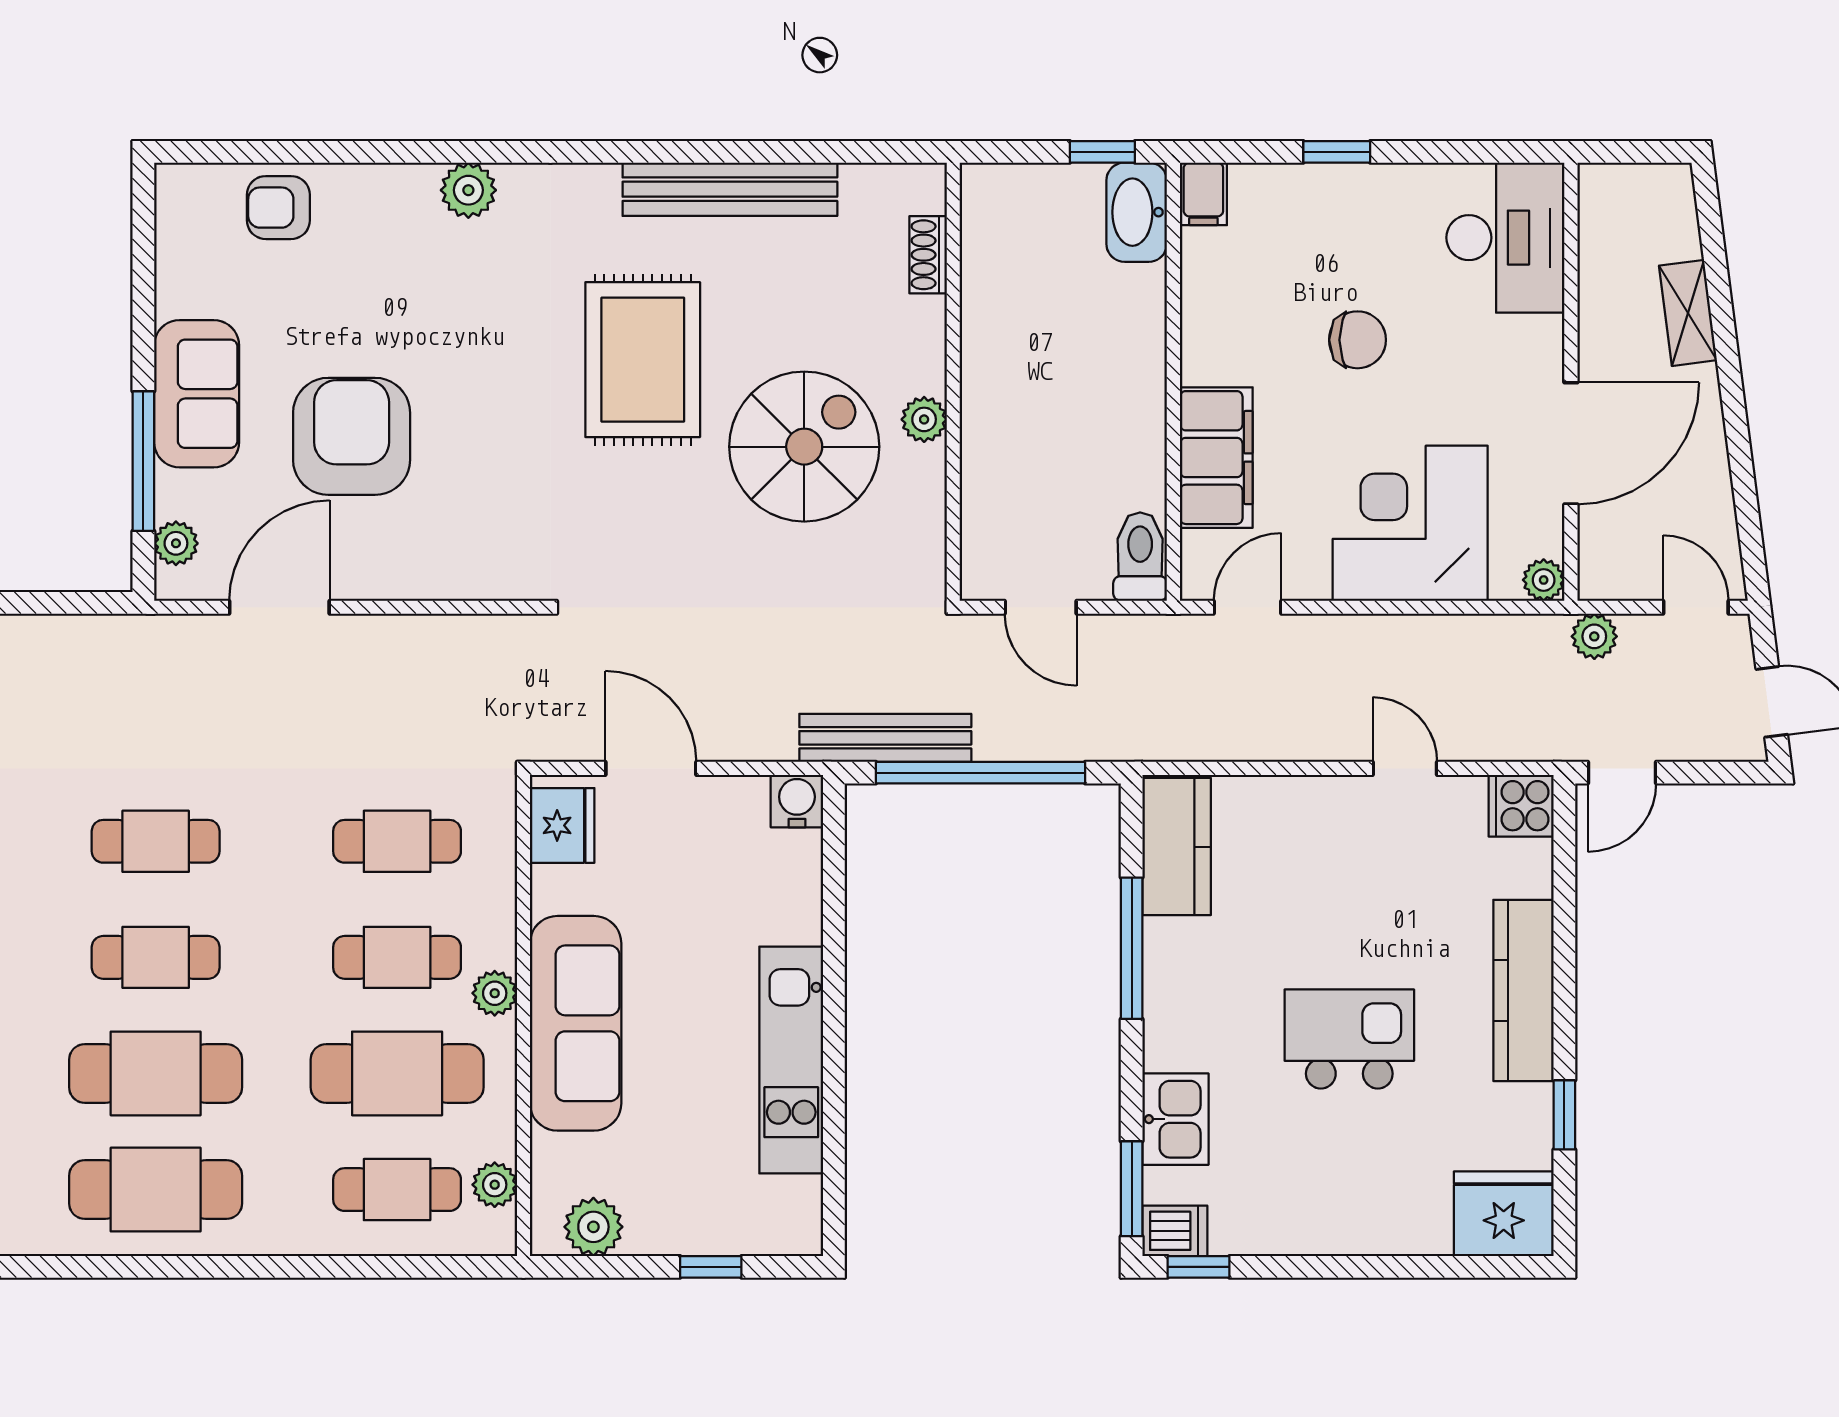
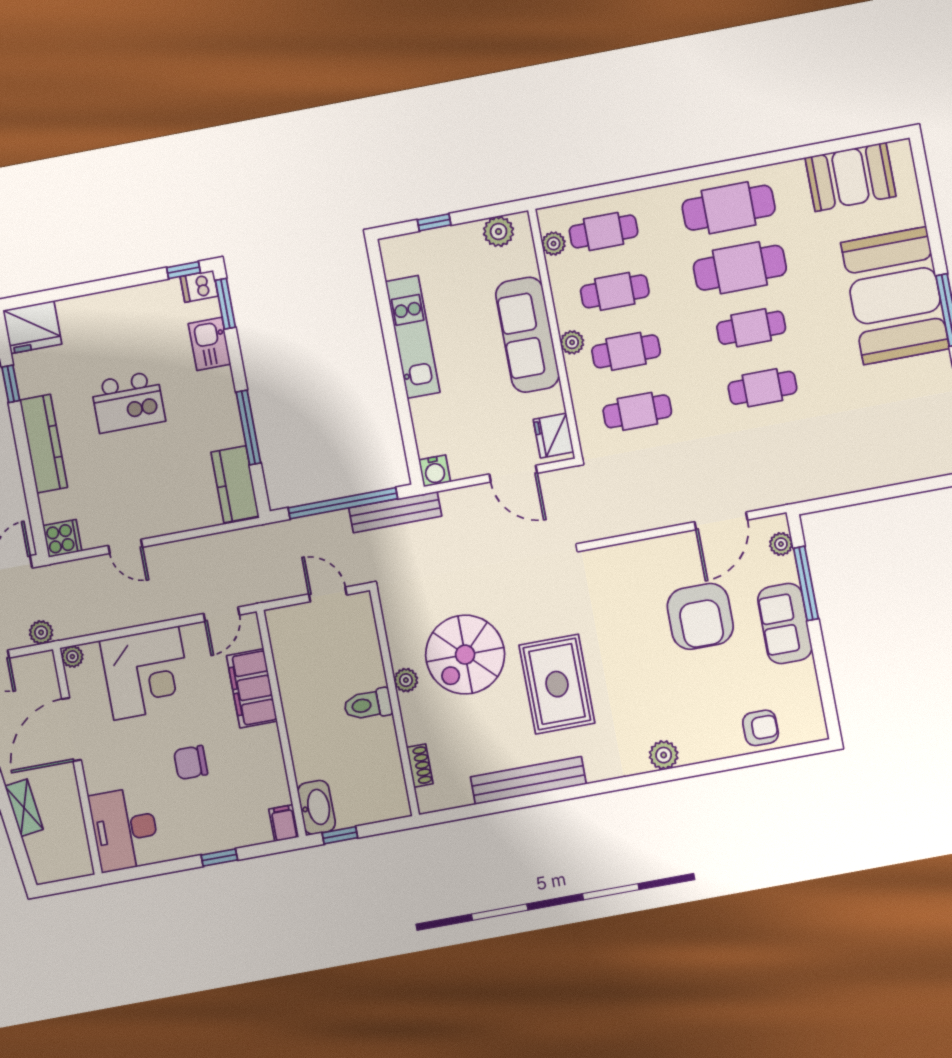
toilet: (1140, 557) -> (368, 705), moved, turned 90
cafe table: (397, 1073) -> (615, 291), width x0.73, depth x0.74

